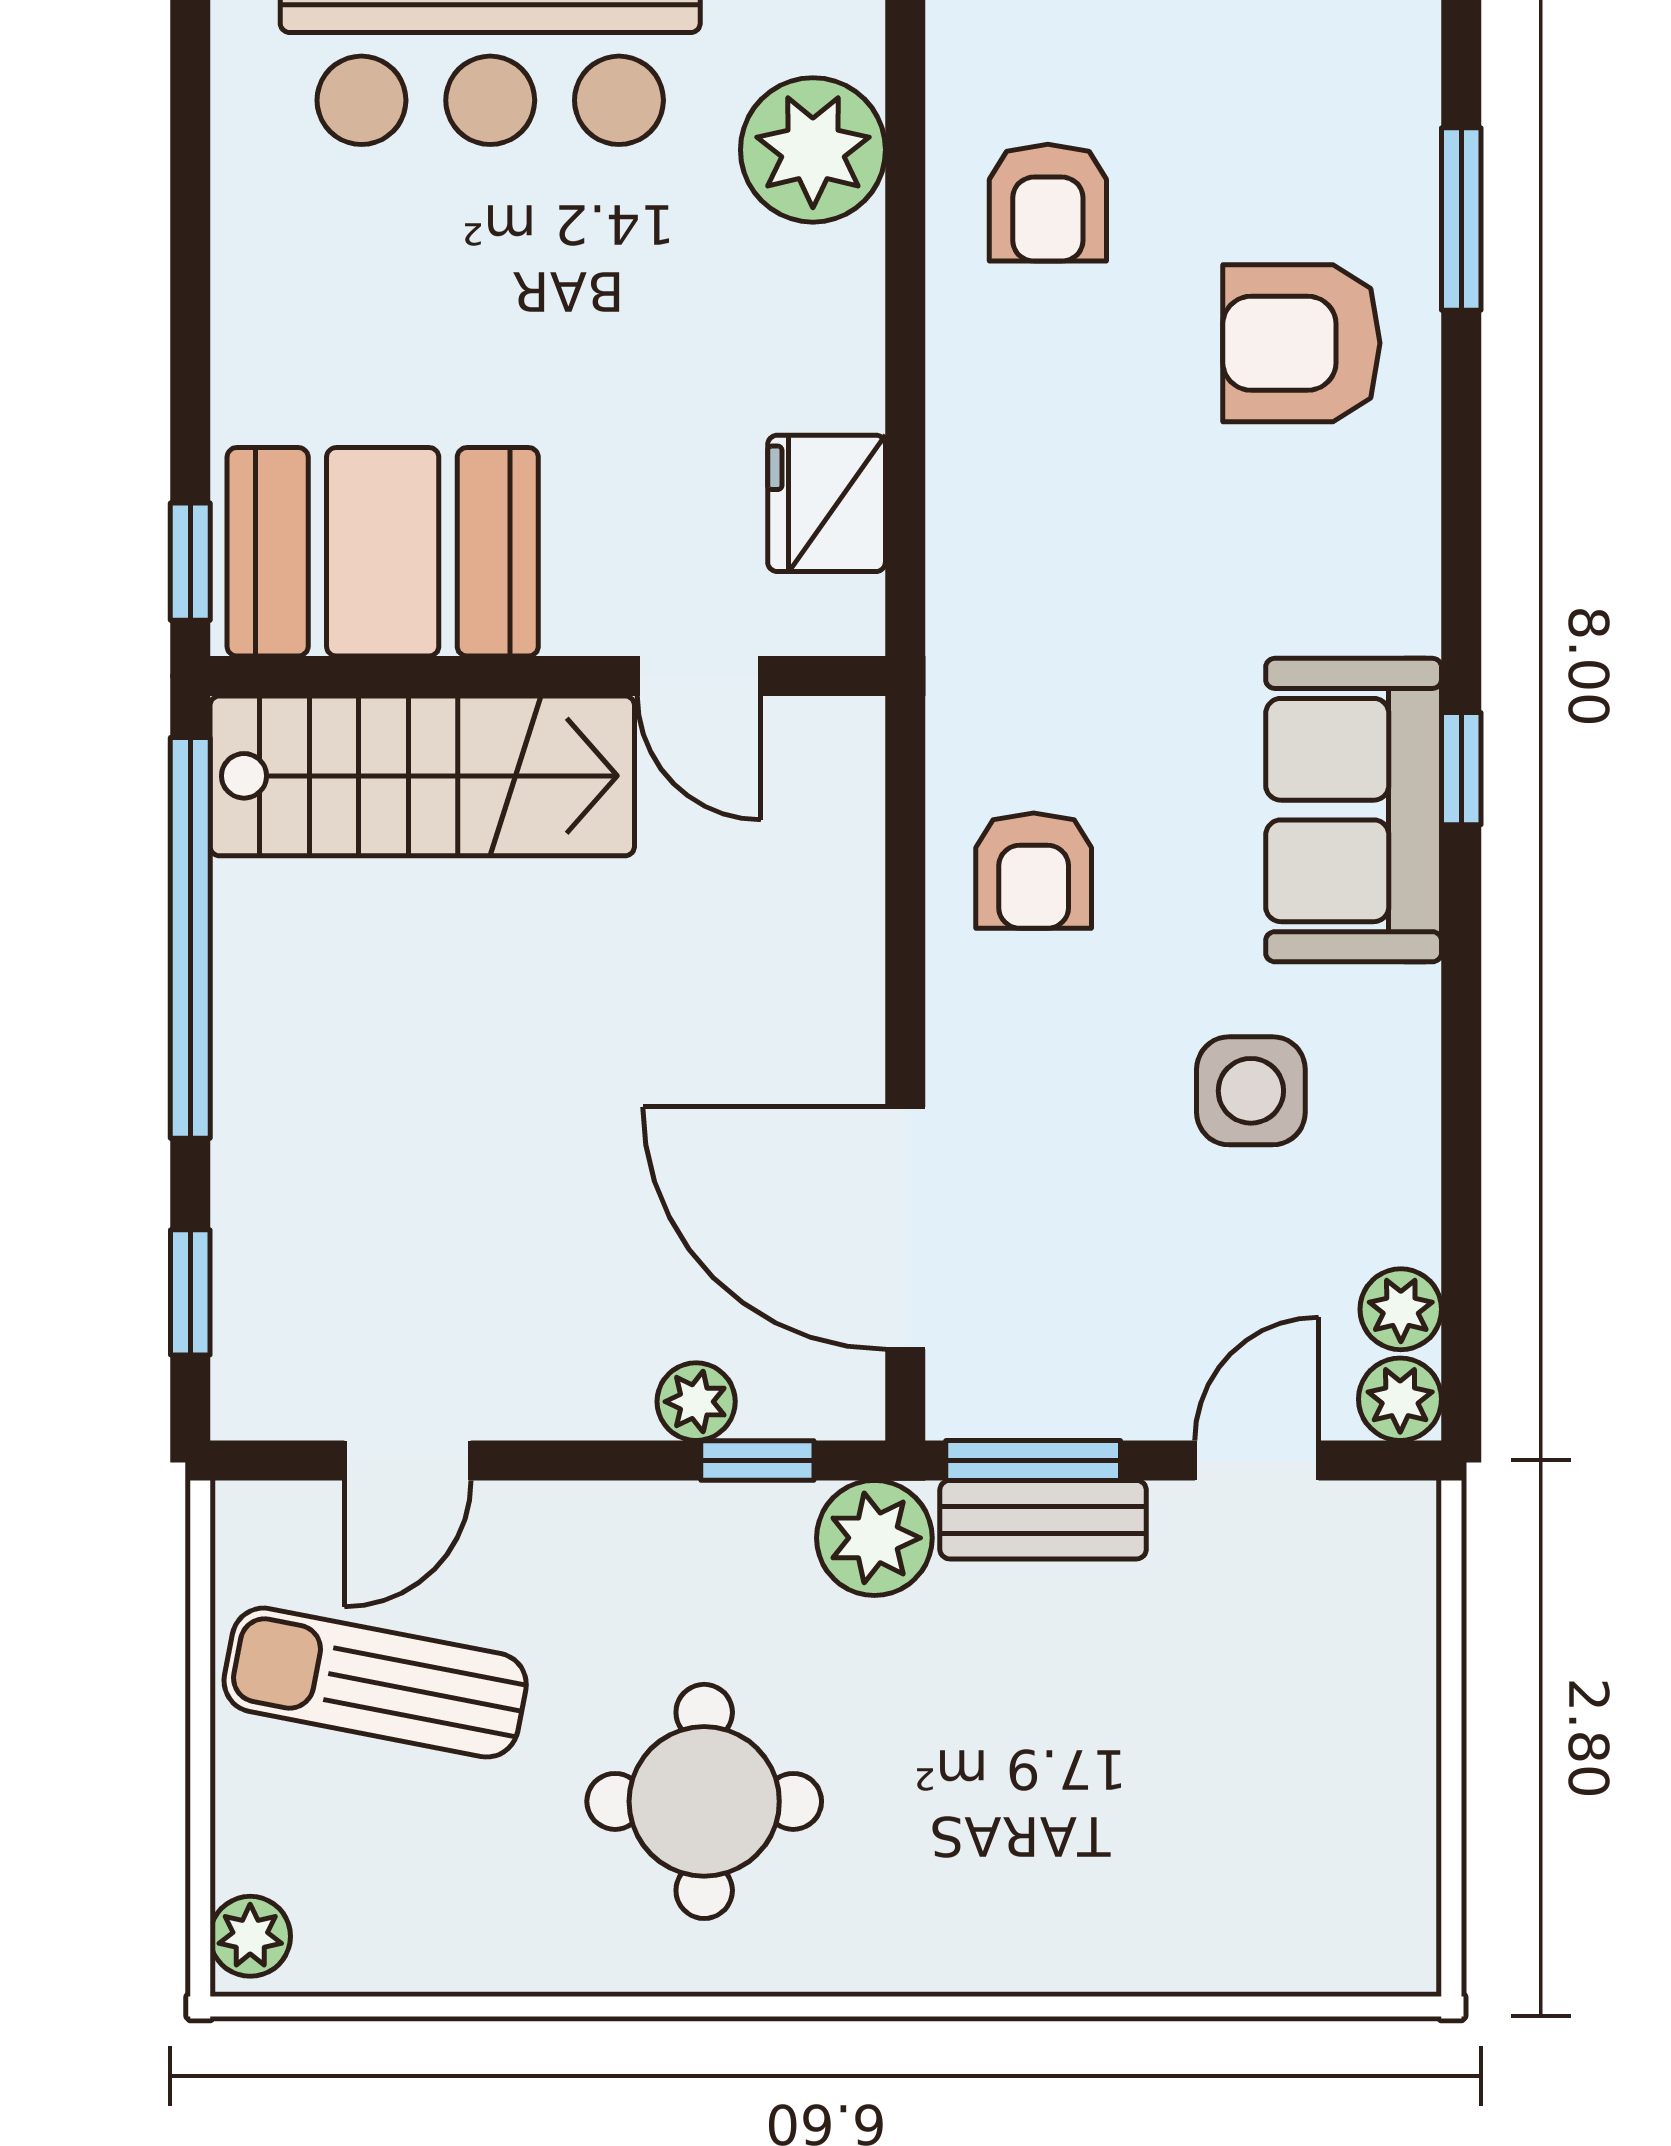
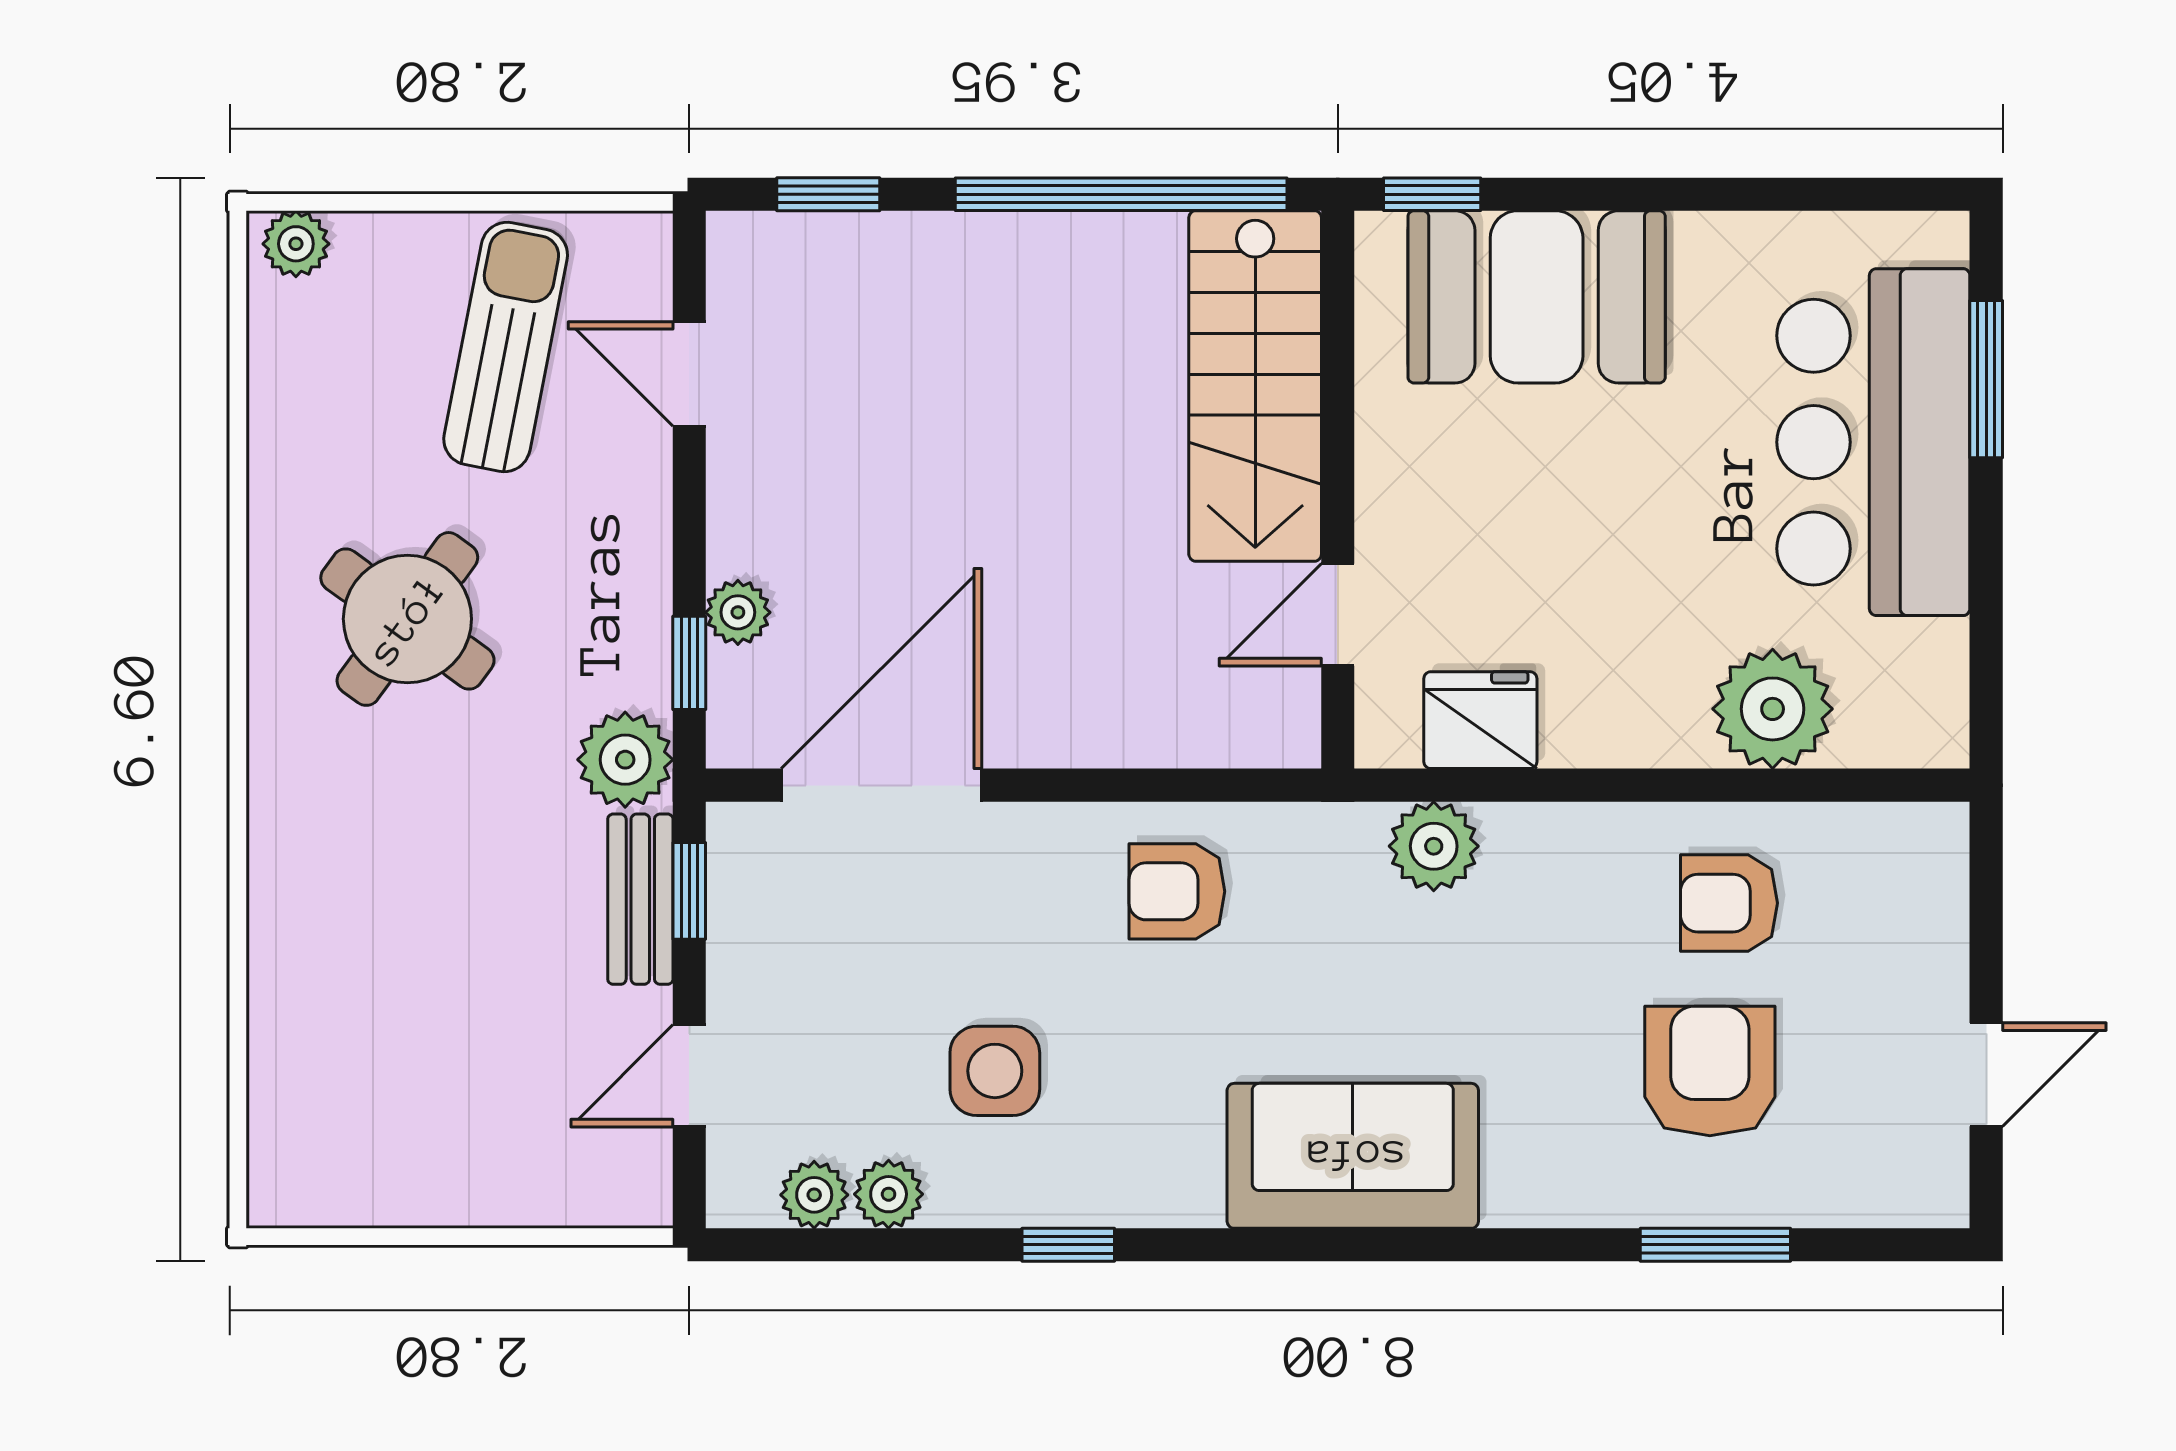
armchair: (1301, 343) -> (1710, 1071), moved
booth: (383, 552) -> (1537, 297), moved, turned 90
plant: (979, 560) -> (1434, 846), added
window: (1461, 769) -> (1068, 1245), moved
sofa: (1354, 810) -> (1353, 1156), moved
plant: (1400, 1399) -> (889, 1194), moved
window: (1033, 1460) -> (689, 891), width x0.67
door: (1257, 1460) -> (689, 1076), swing flipped
round table: (704, 1801) -> (407, 619), turned 36

